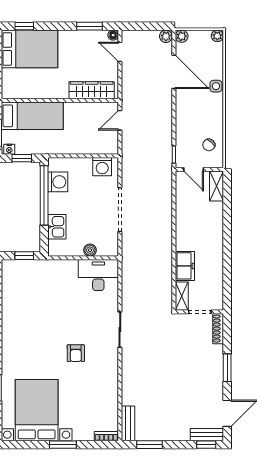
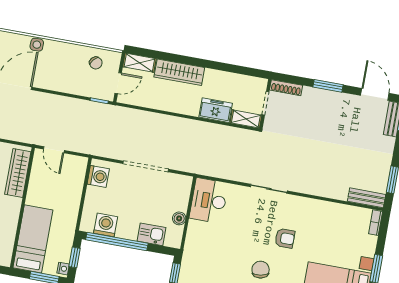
wardrobe: (214, 225) -> (179, 72), added
boiler: (90, 250) -> (179, 218), moved
chair: (42, 336) -> (261, 270), added

